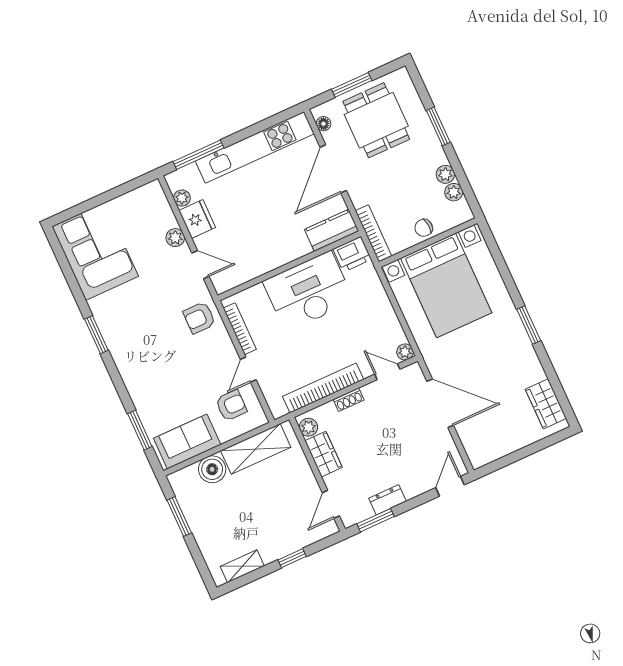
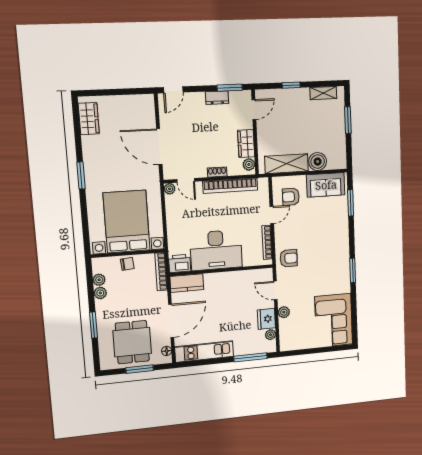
kitchen unit: (255, 147) -> (204, 352), width x0.73
window: (179, 516) -> (348, 120), moved

